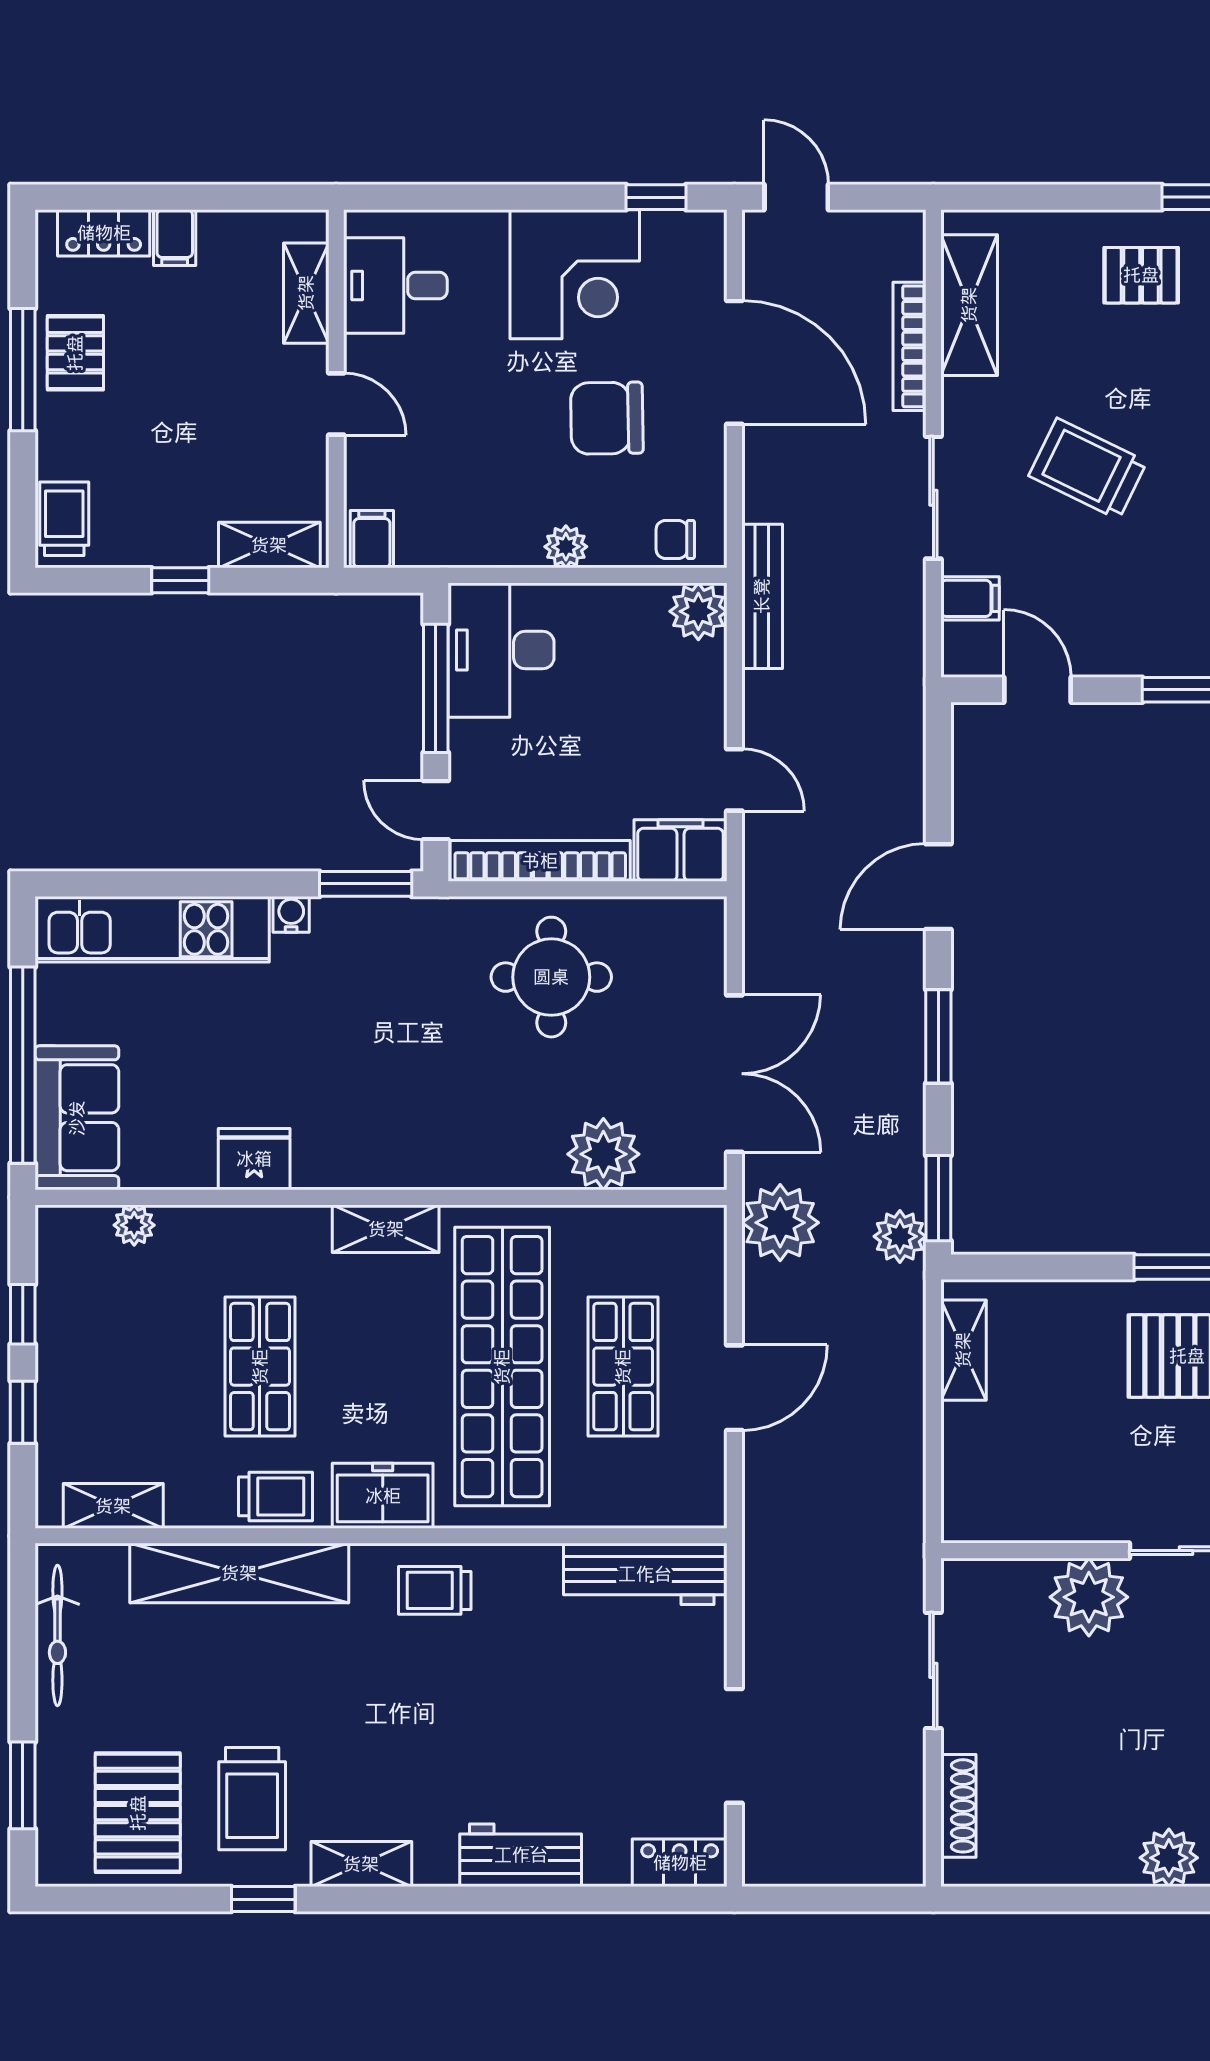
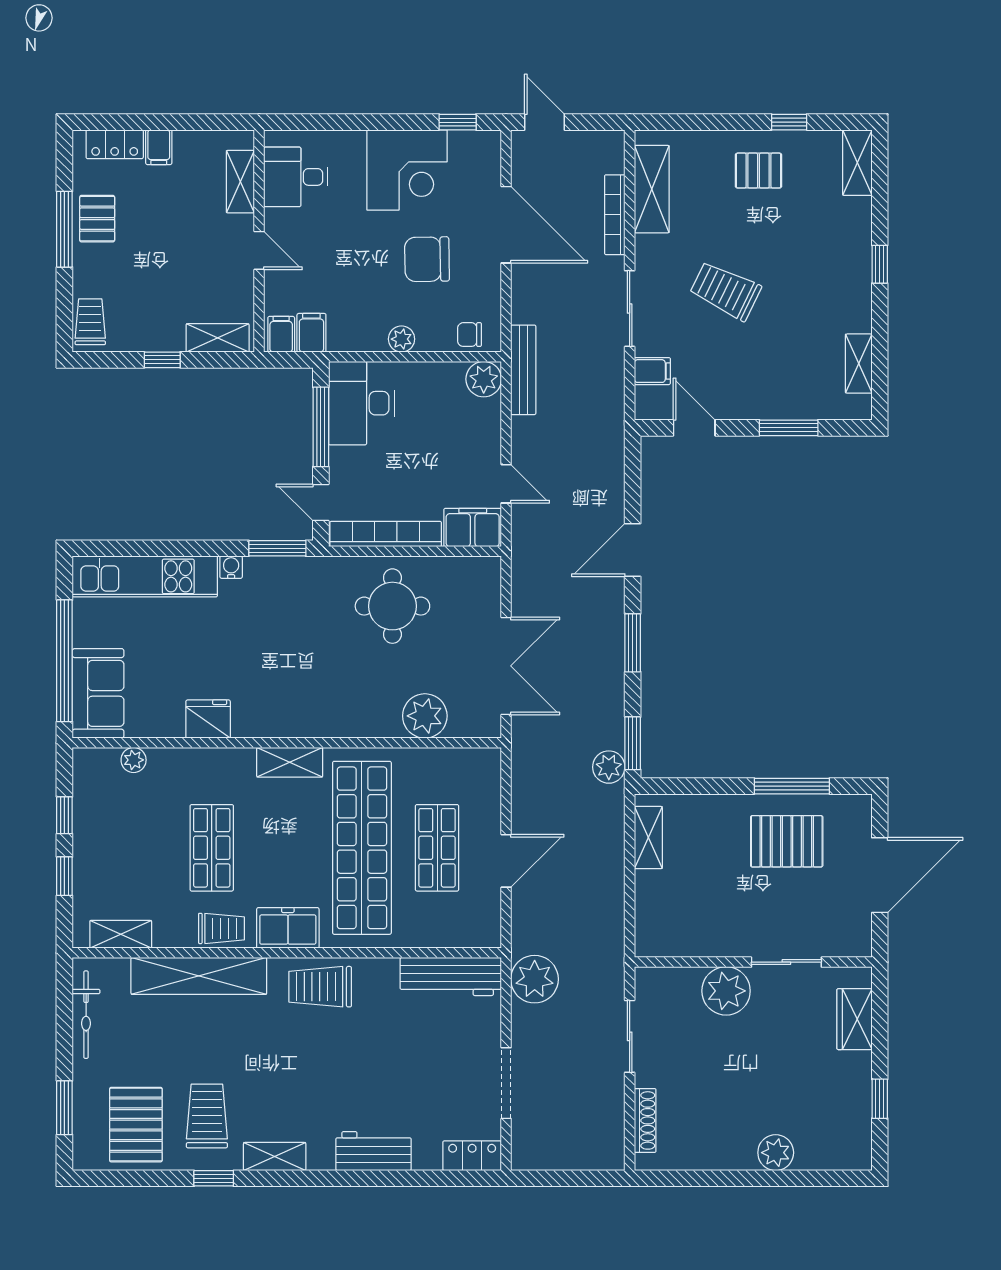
filing cabinet: (421, 537) -> (311, 333), added
plant: (780, 1223) -> (535, 979), moved
trolley: (435, 1590) -> (320, 987), width x1.36, depth x1.39
trolley: (252, 1799) -> (207, 1116), turned 180

